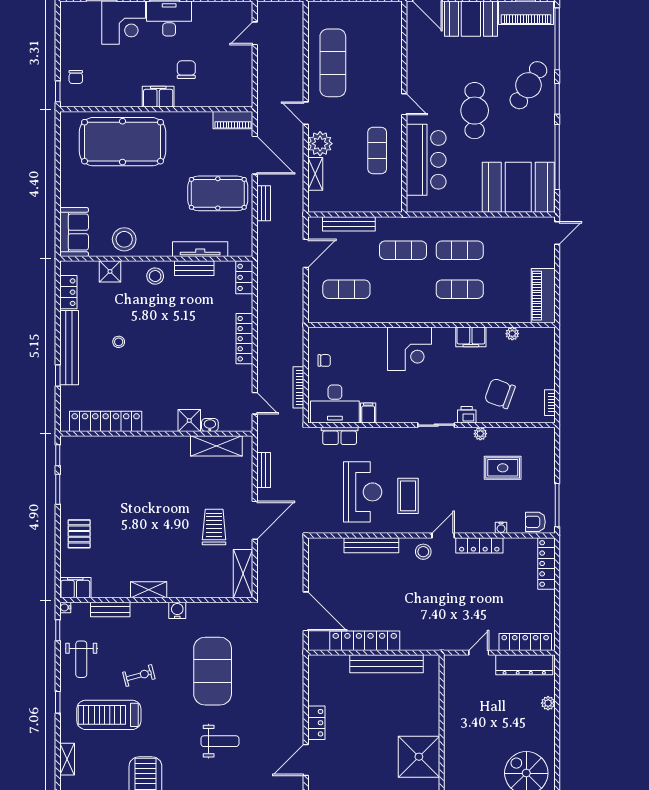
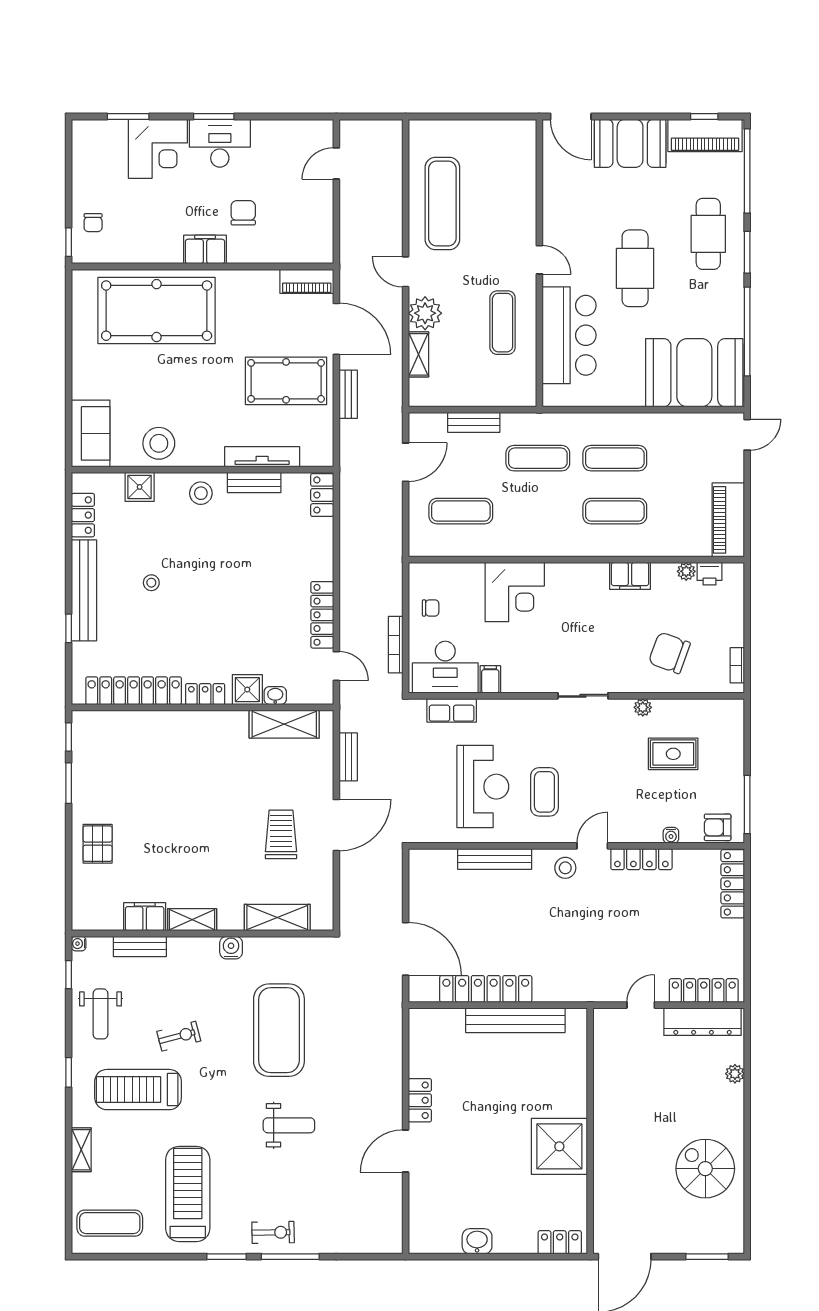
cafe table: (528, 85) -> (708, 234), turned -32
bench: (349, 224) -> (474, 422), width x0.73
locker: (244, 339) -> (322, 615), moved
corner desk: (410, 349) -> (515, 592), moved
printer: (467, 415) -> (709, 574), moved, turned 180
locker: (158, 424) -> (205, 694), added
shelving: (243, 574) -> (277, 918), moved, turned 90
filing cabinet: (75, 588) -> (145, 917), moved

